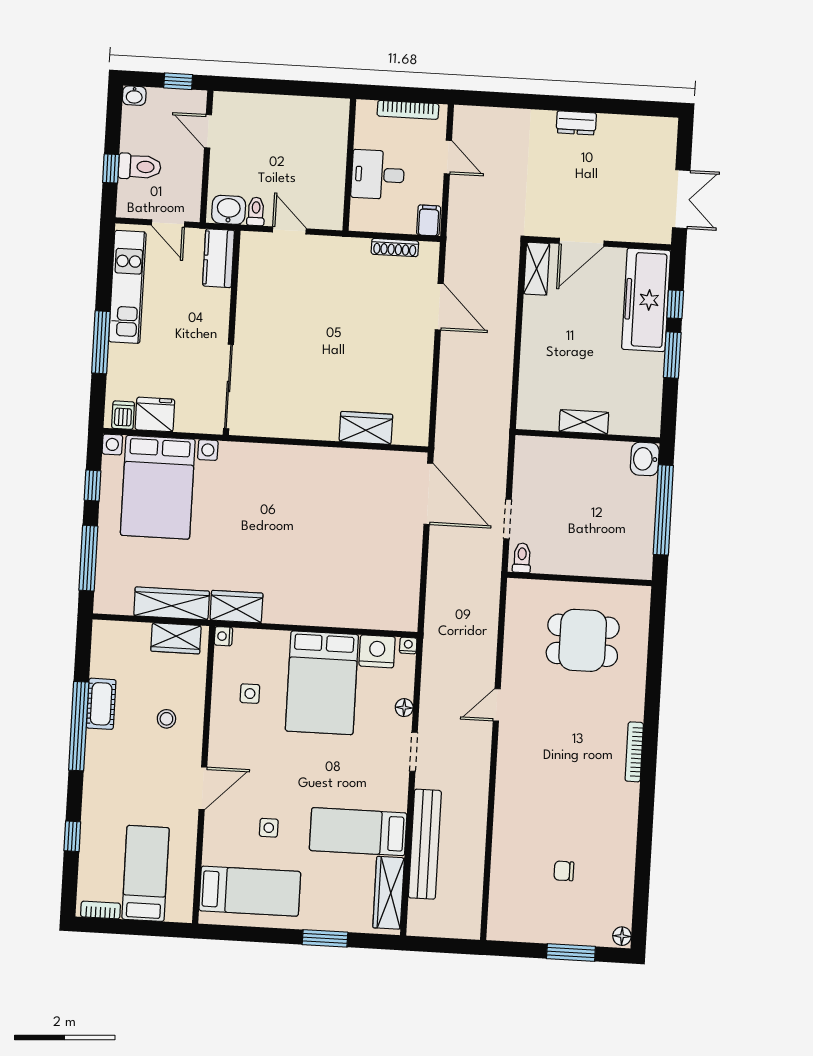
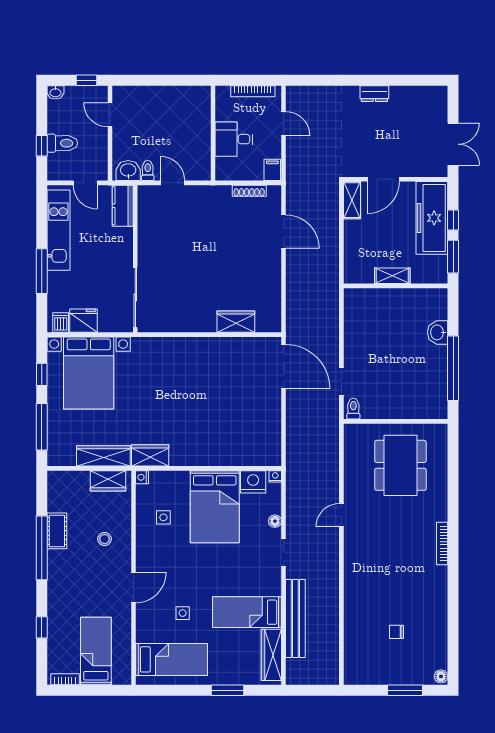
shelving: (584, 422) -> (392, 276), moved
wall: (588, 436) -> (396, 286), moved
dining table: (583, 640) -> (400, 465), width x1.37

